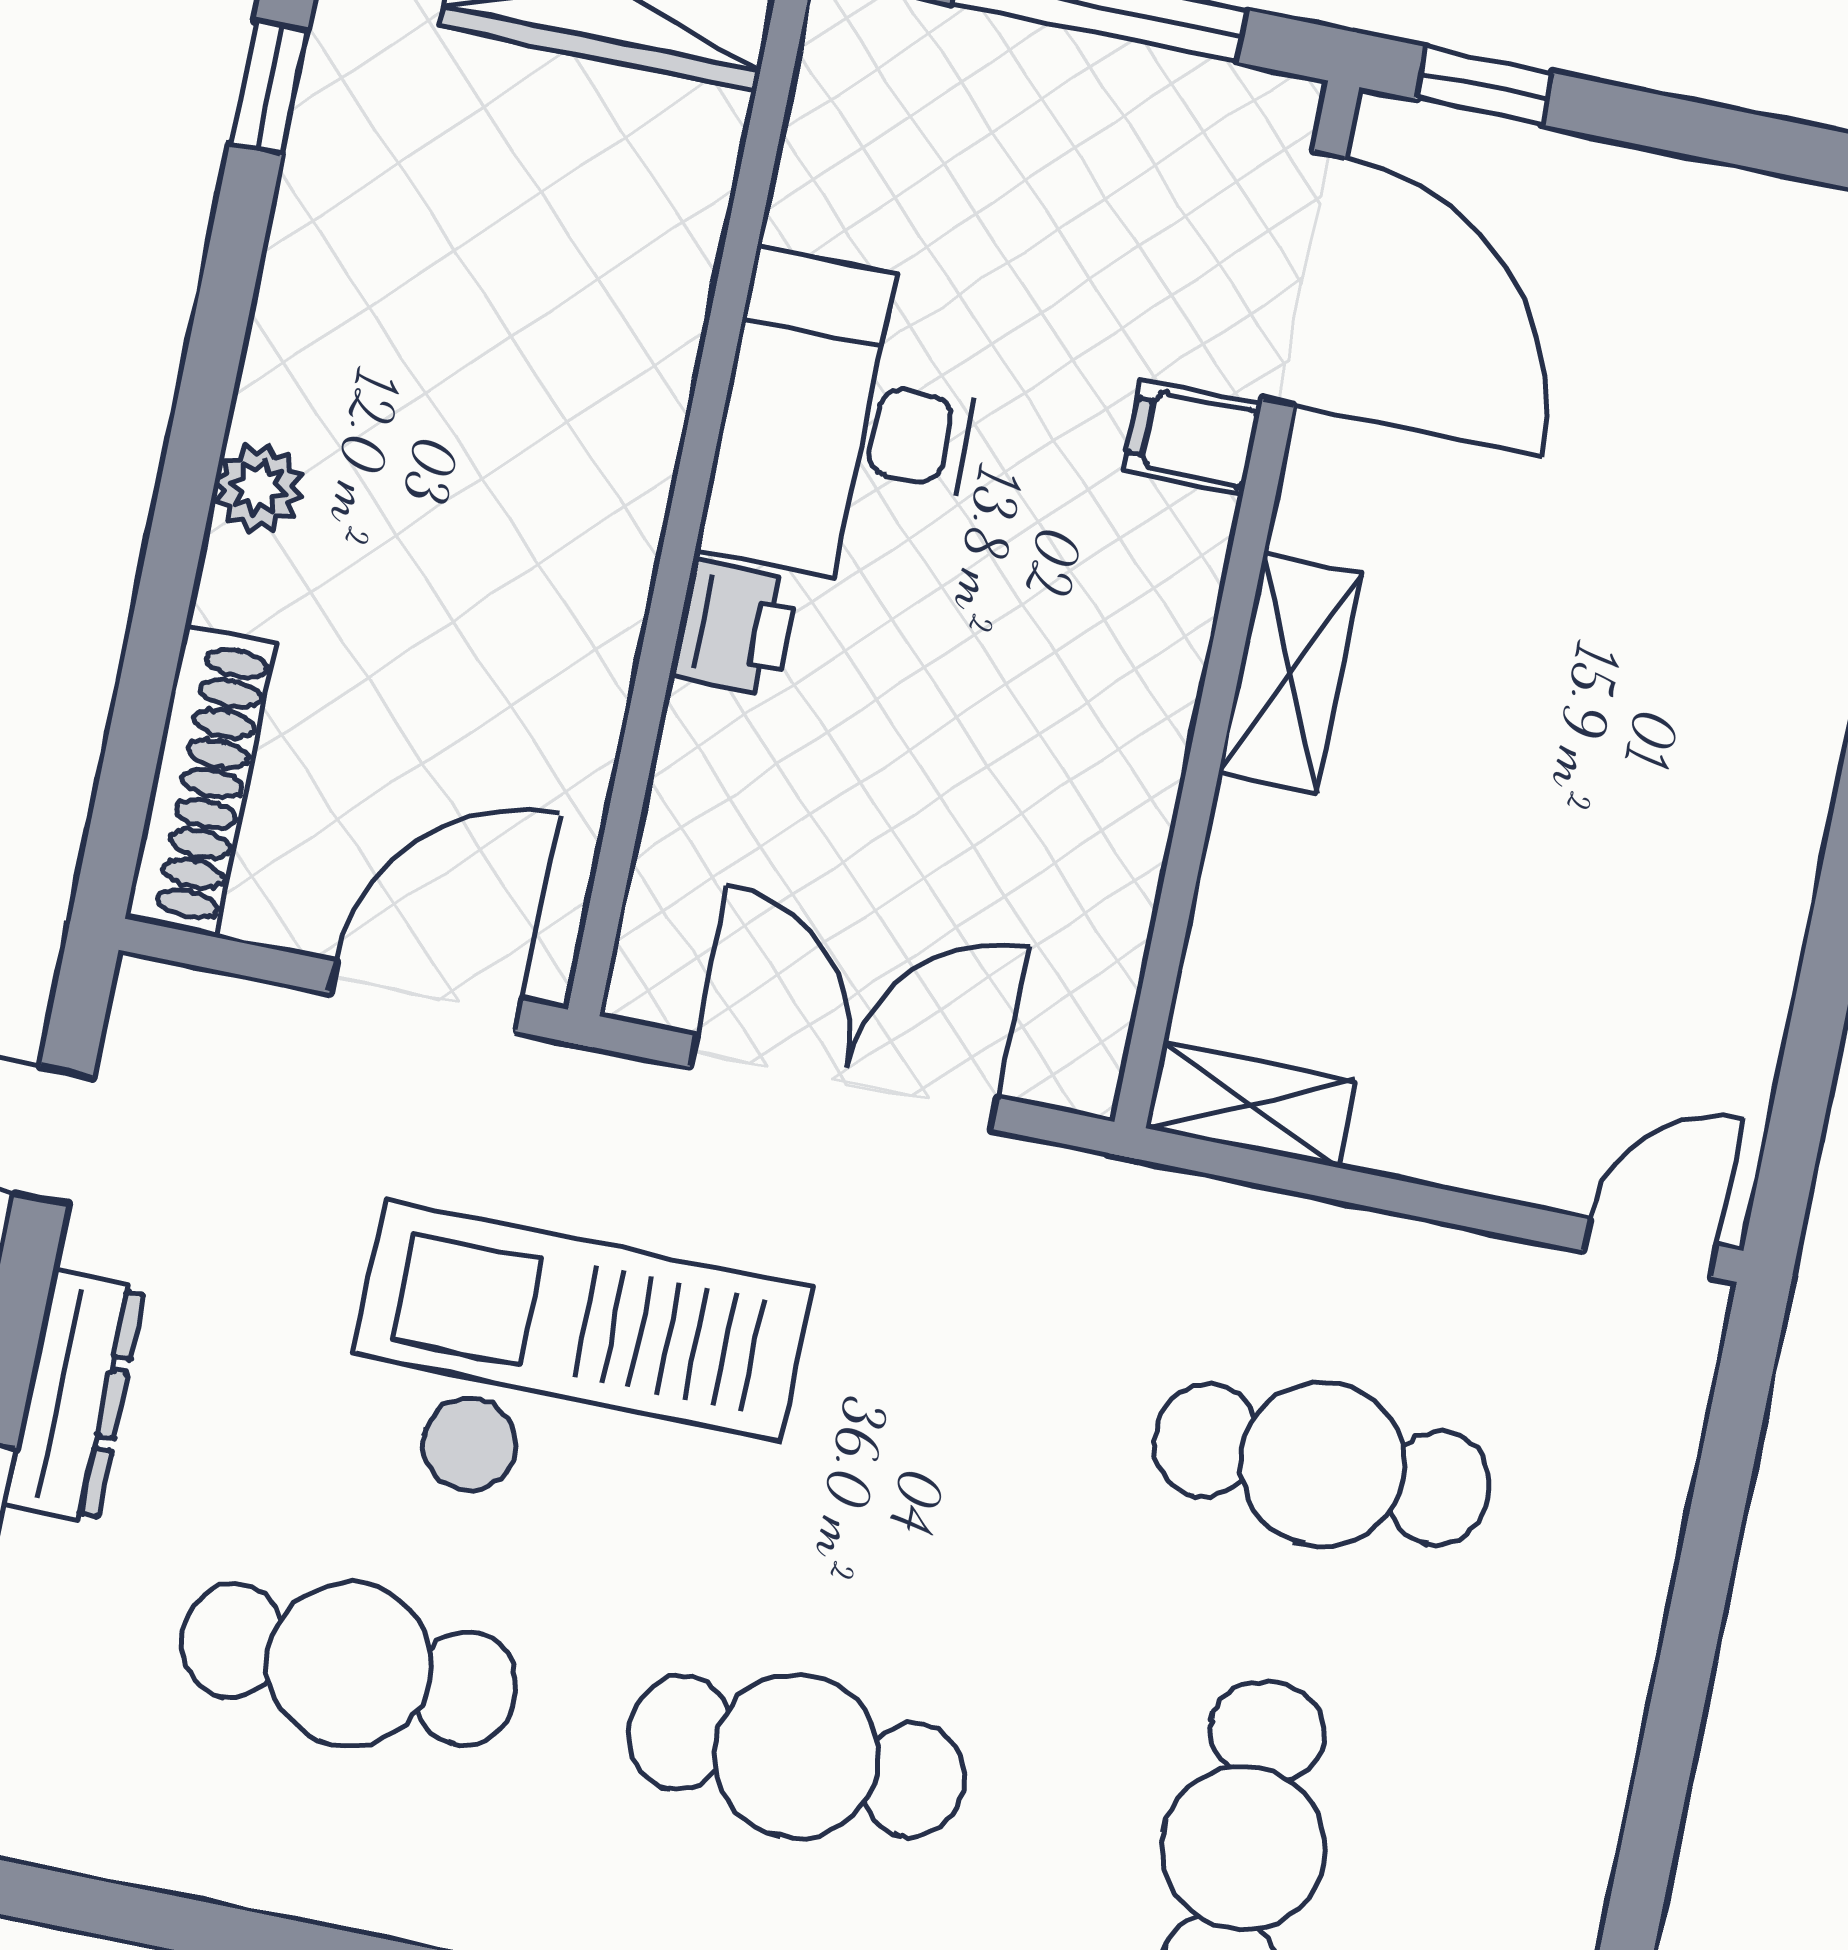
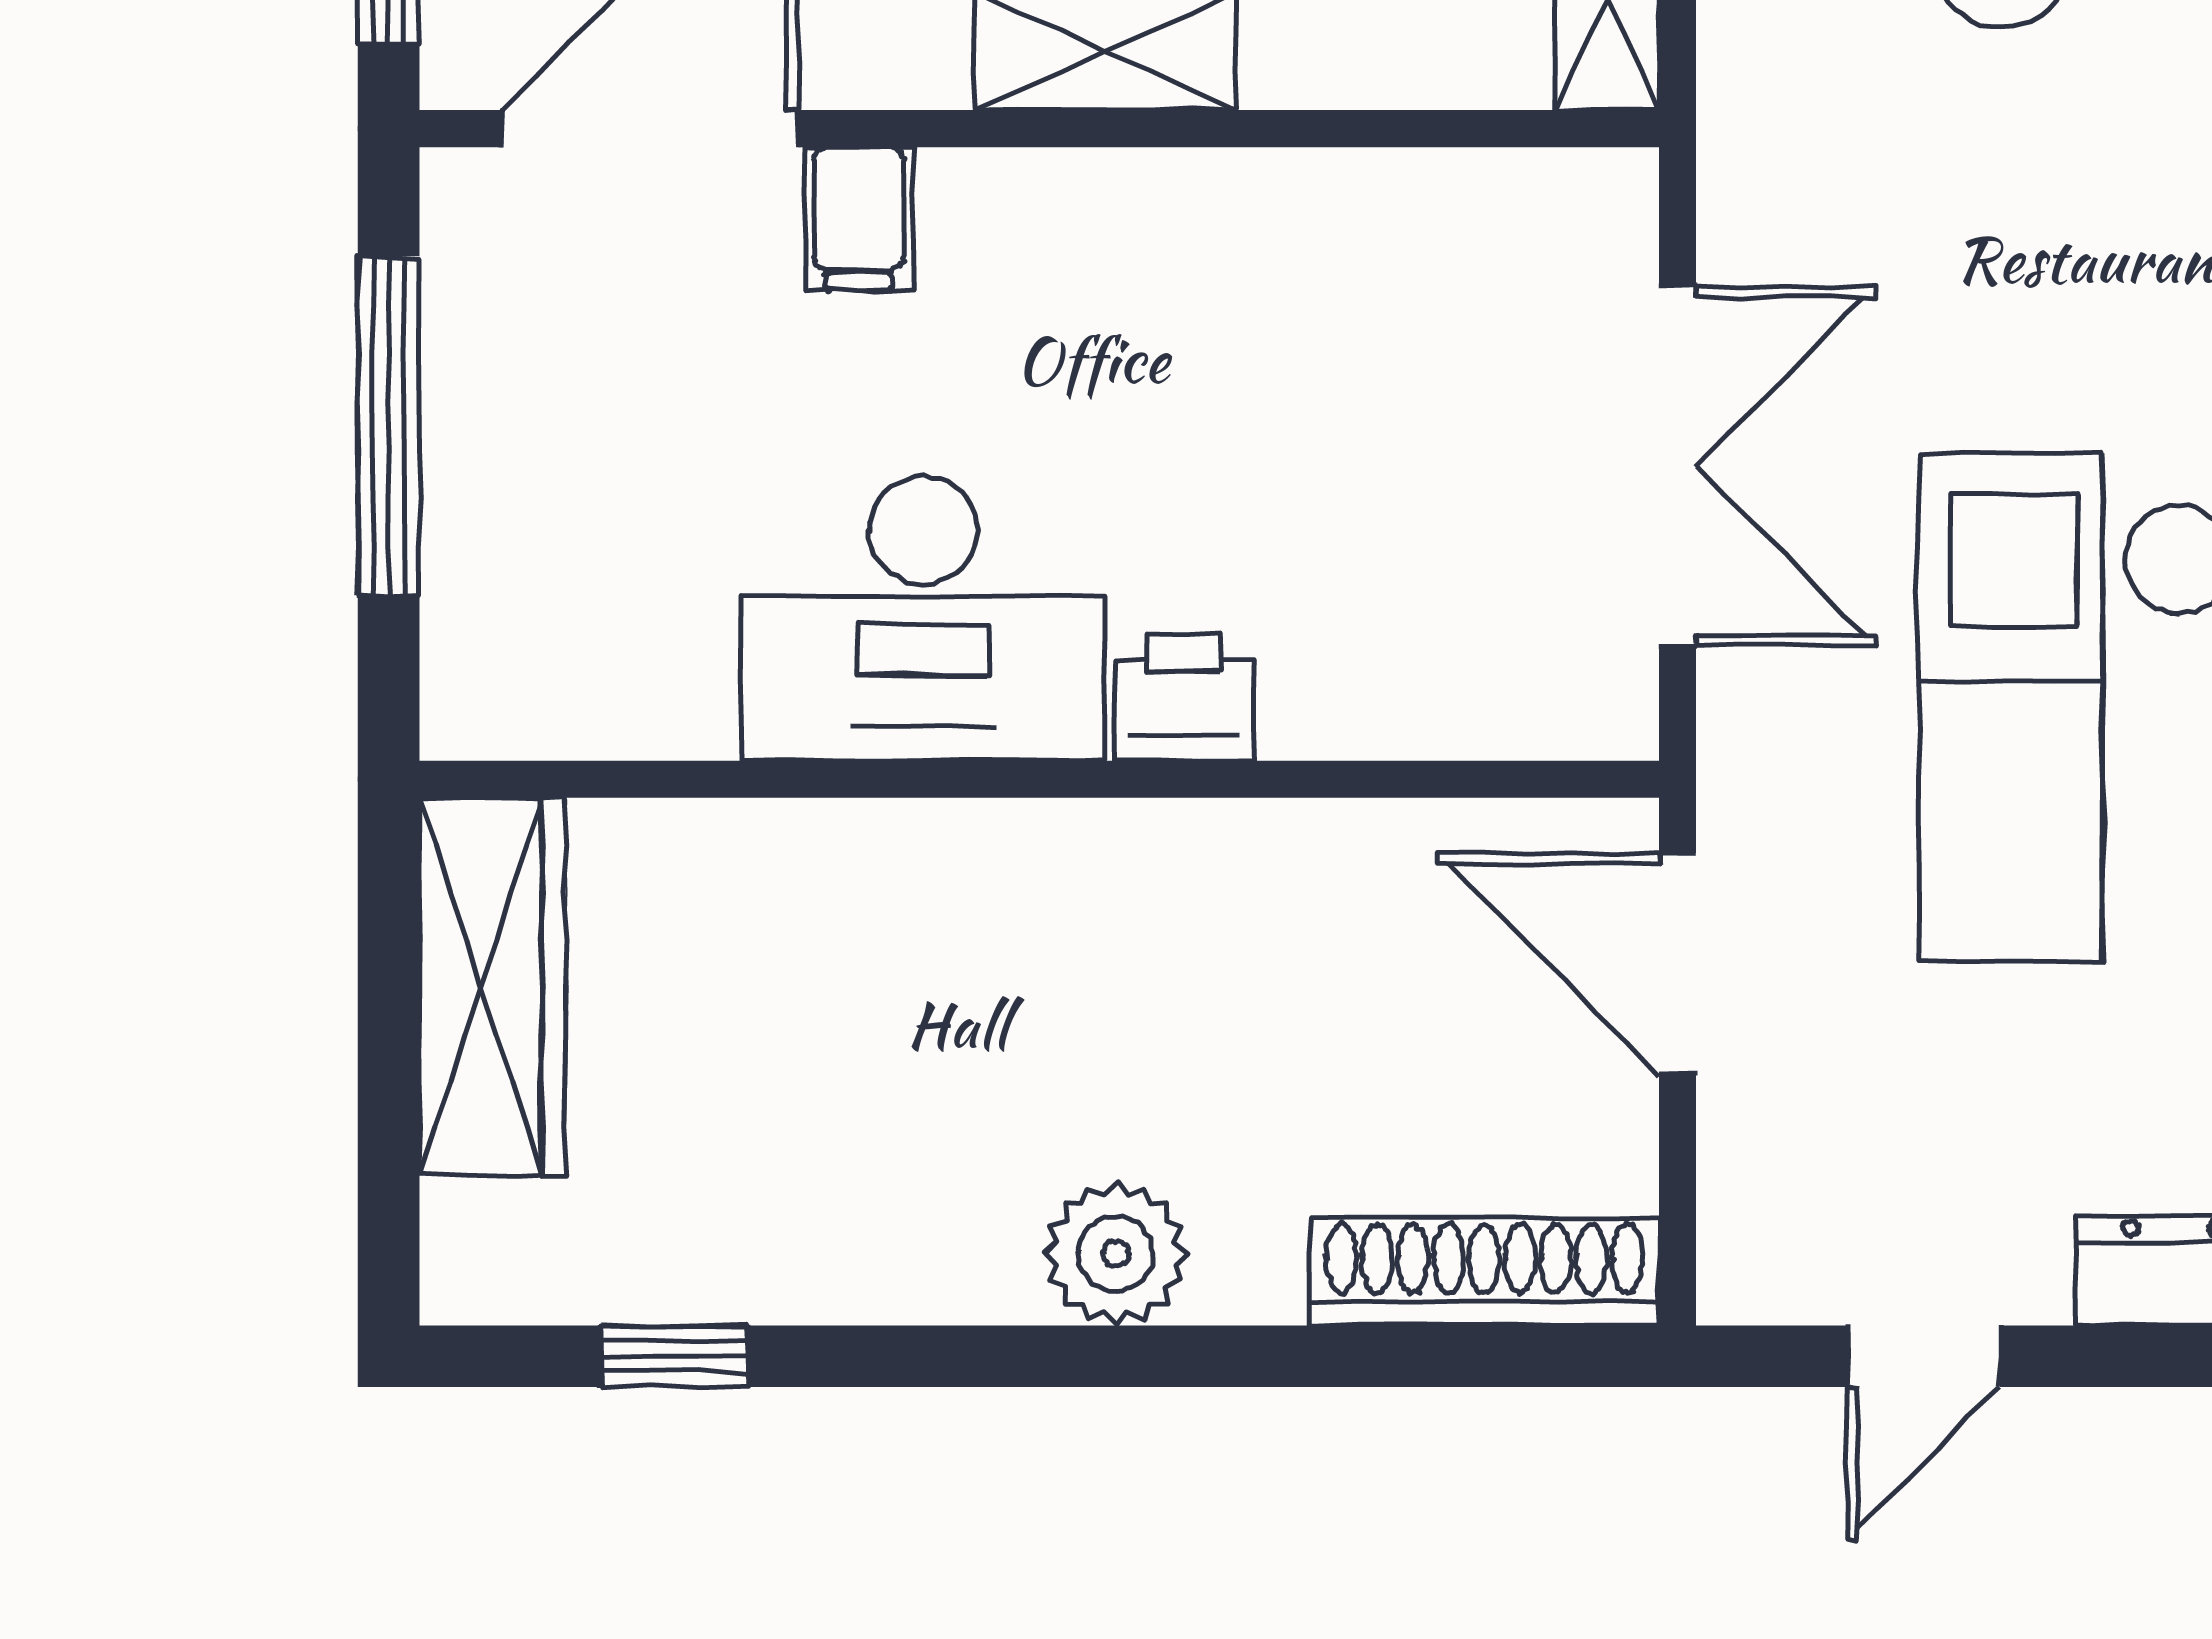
plant: (259, 488) -> (1116, 1254), width x1.38, depth x1.38
double door: (844, 1082) -> (1678, 466), swing flipped

